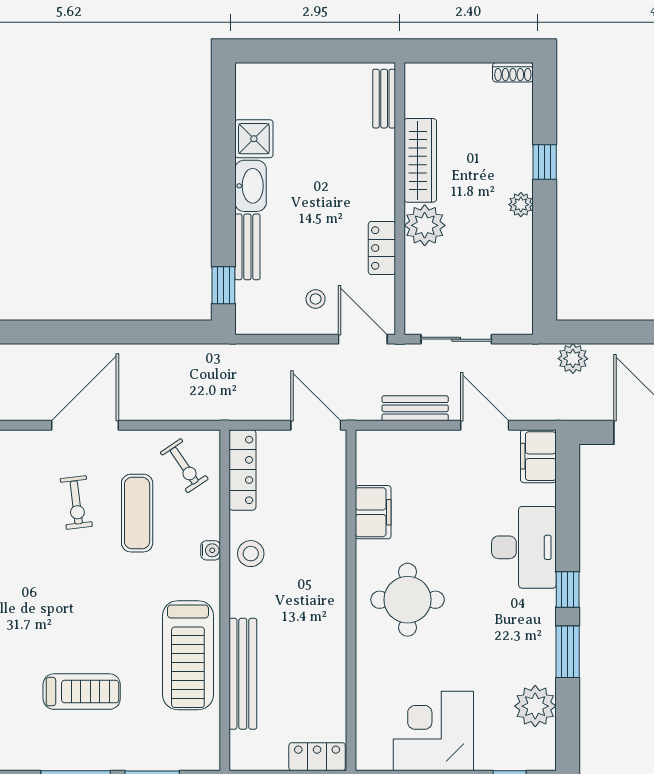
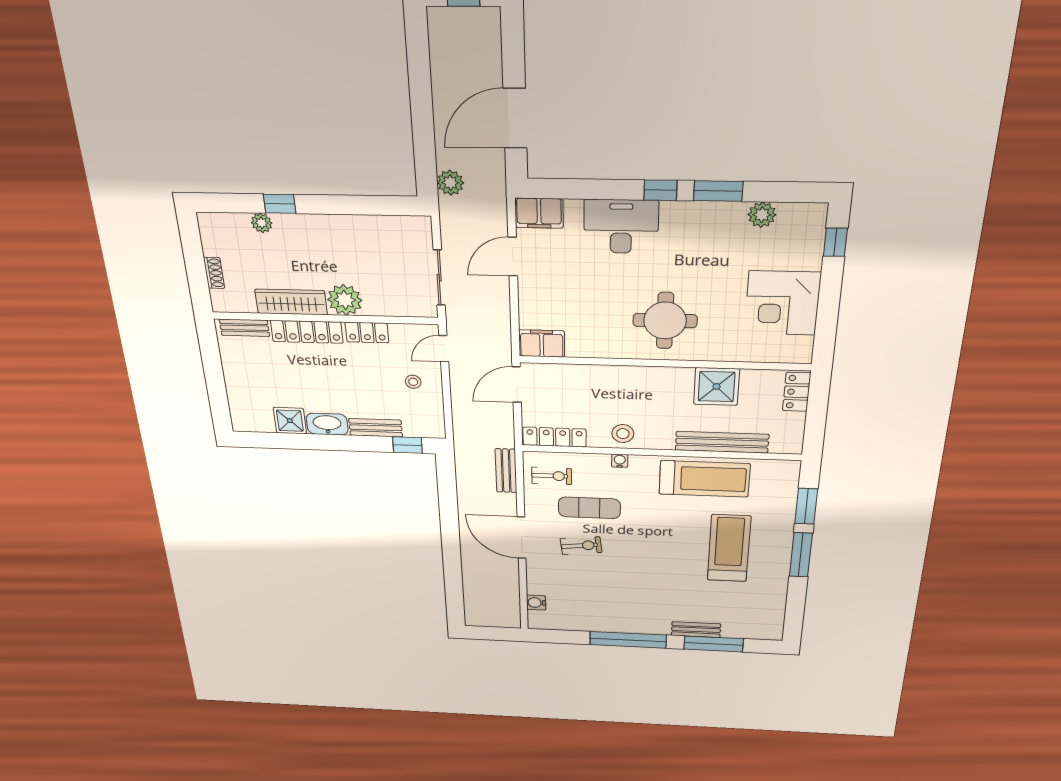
shoe rack: (513, 72) -> (214, 273), moved
locker: (381, 175) -> (307, 332), added
plant: (521, 205) -> (262, 223), moved
door: (363, 339) -> (444, 349), width x0.73
bench: (415, 408) -> (506, 471), moved
exercise bike: (184, 466) -> (552, 476), turned 34
filing cabinet: (373, 512) -> (542, 344), moved
shower: (321, 663) -> (717, 387), added
treadmill: (82, 692) -> (729, 548), width x1.37, depth x1.38
plant: (535, 706) -> (762, 215), width x0.73, depth x0.73

